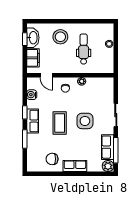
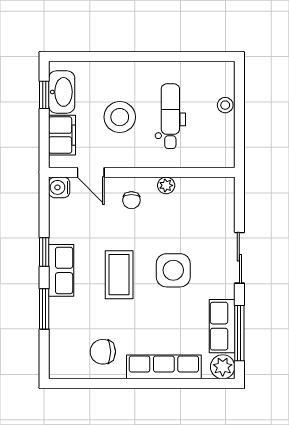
stool: (60, 37) -> (120, 117), moved
water cooler: (32, 95) -> (59, 187), moved
row of seats: (75, 166) -> (164, 367), width x1.48

